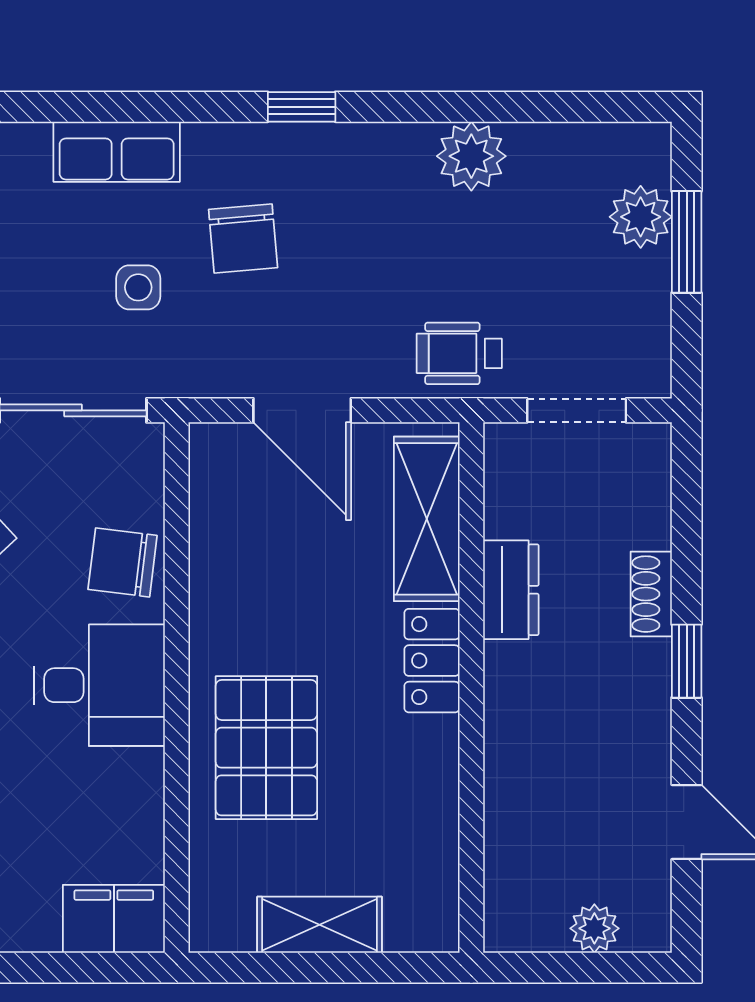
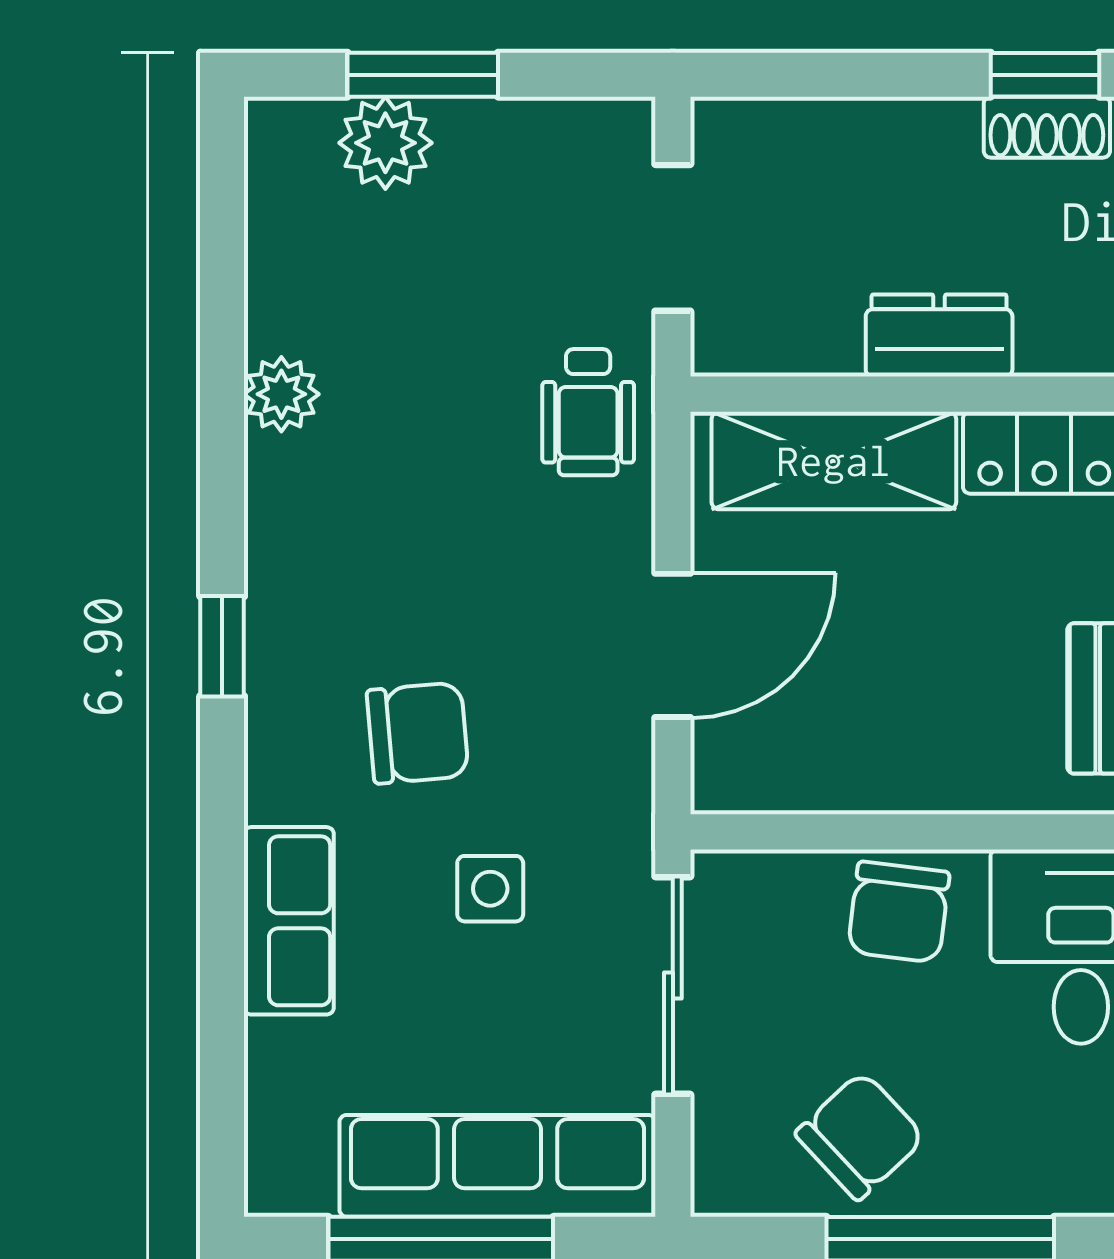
plant: (471, 156) -> (281, 394), width x0.73, depth x0.73
shoe rack: (651, 594) -> (1047, 127), moved

